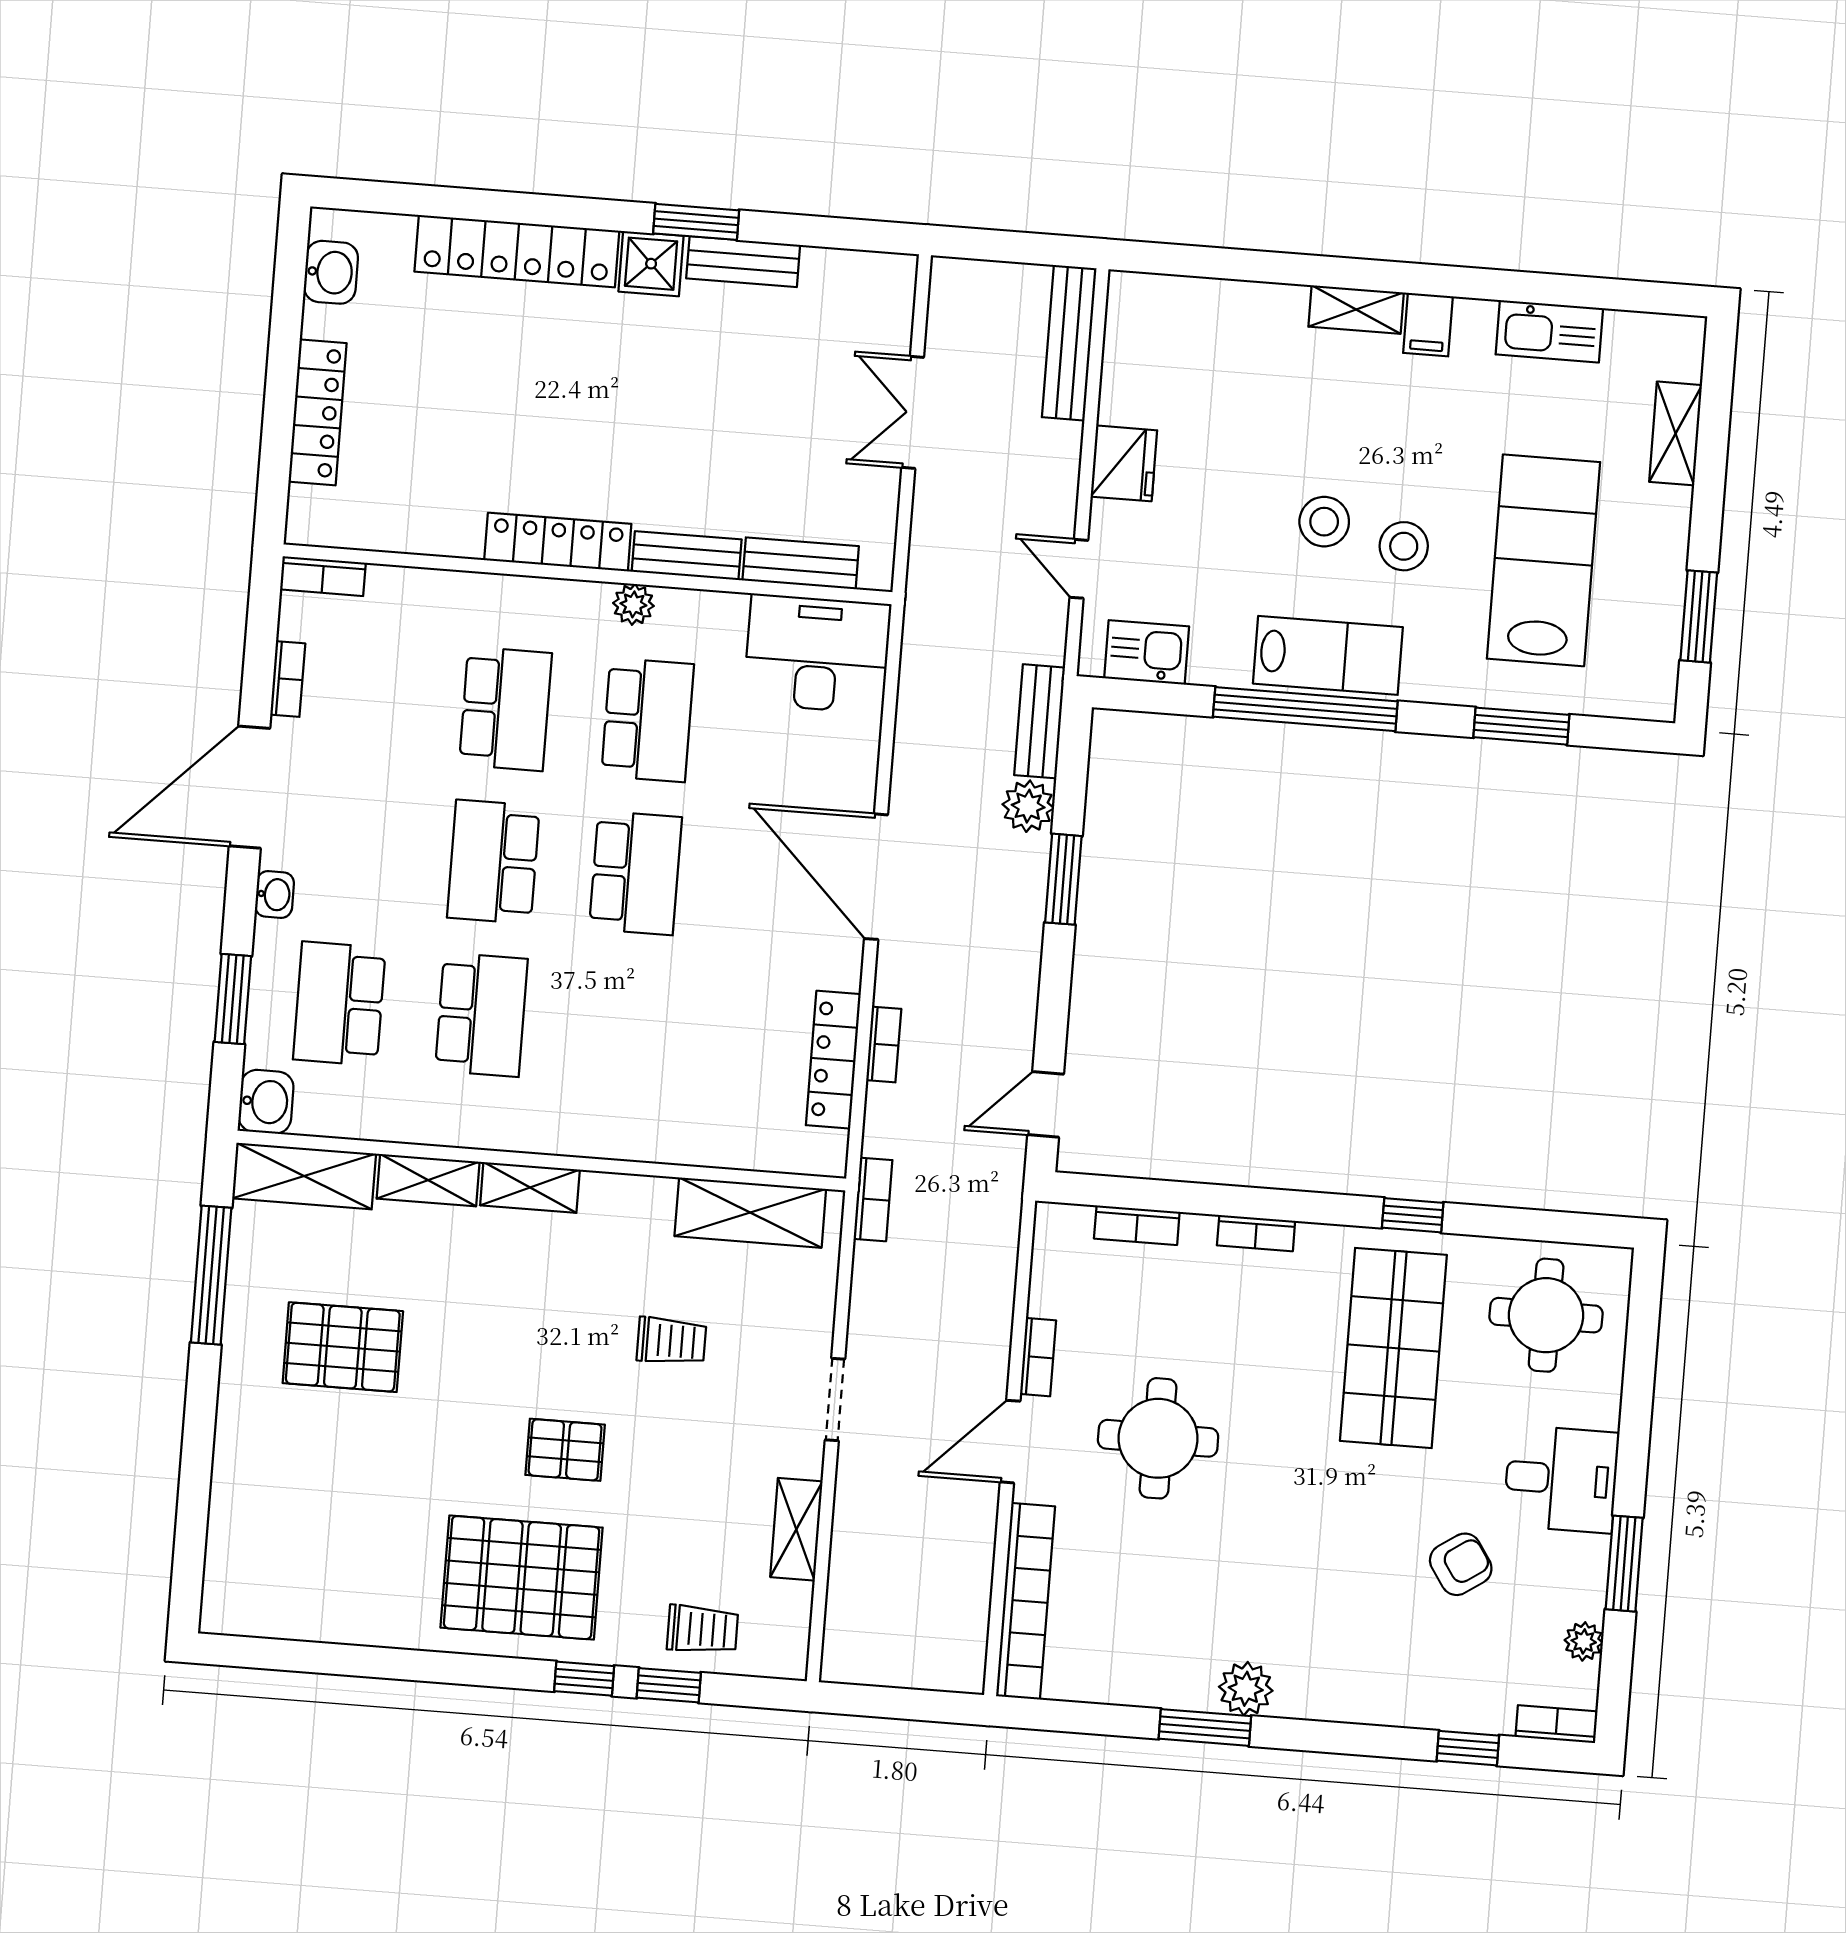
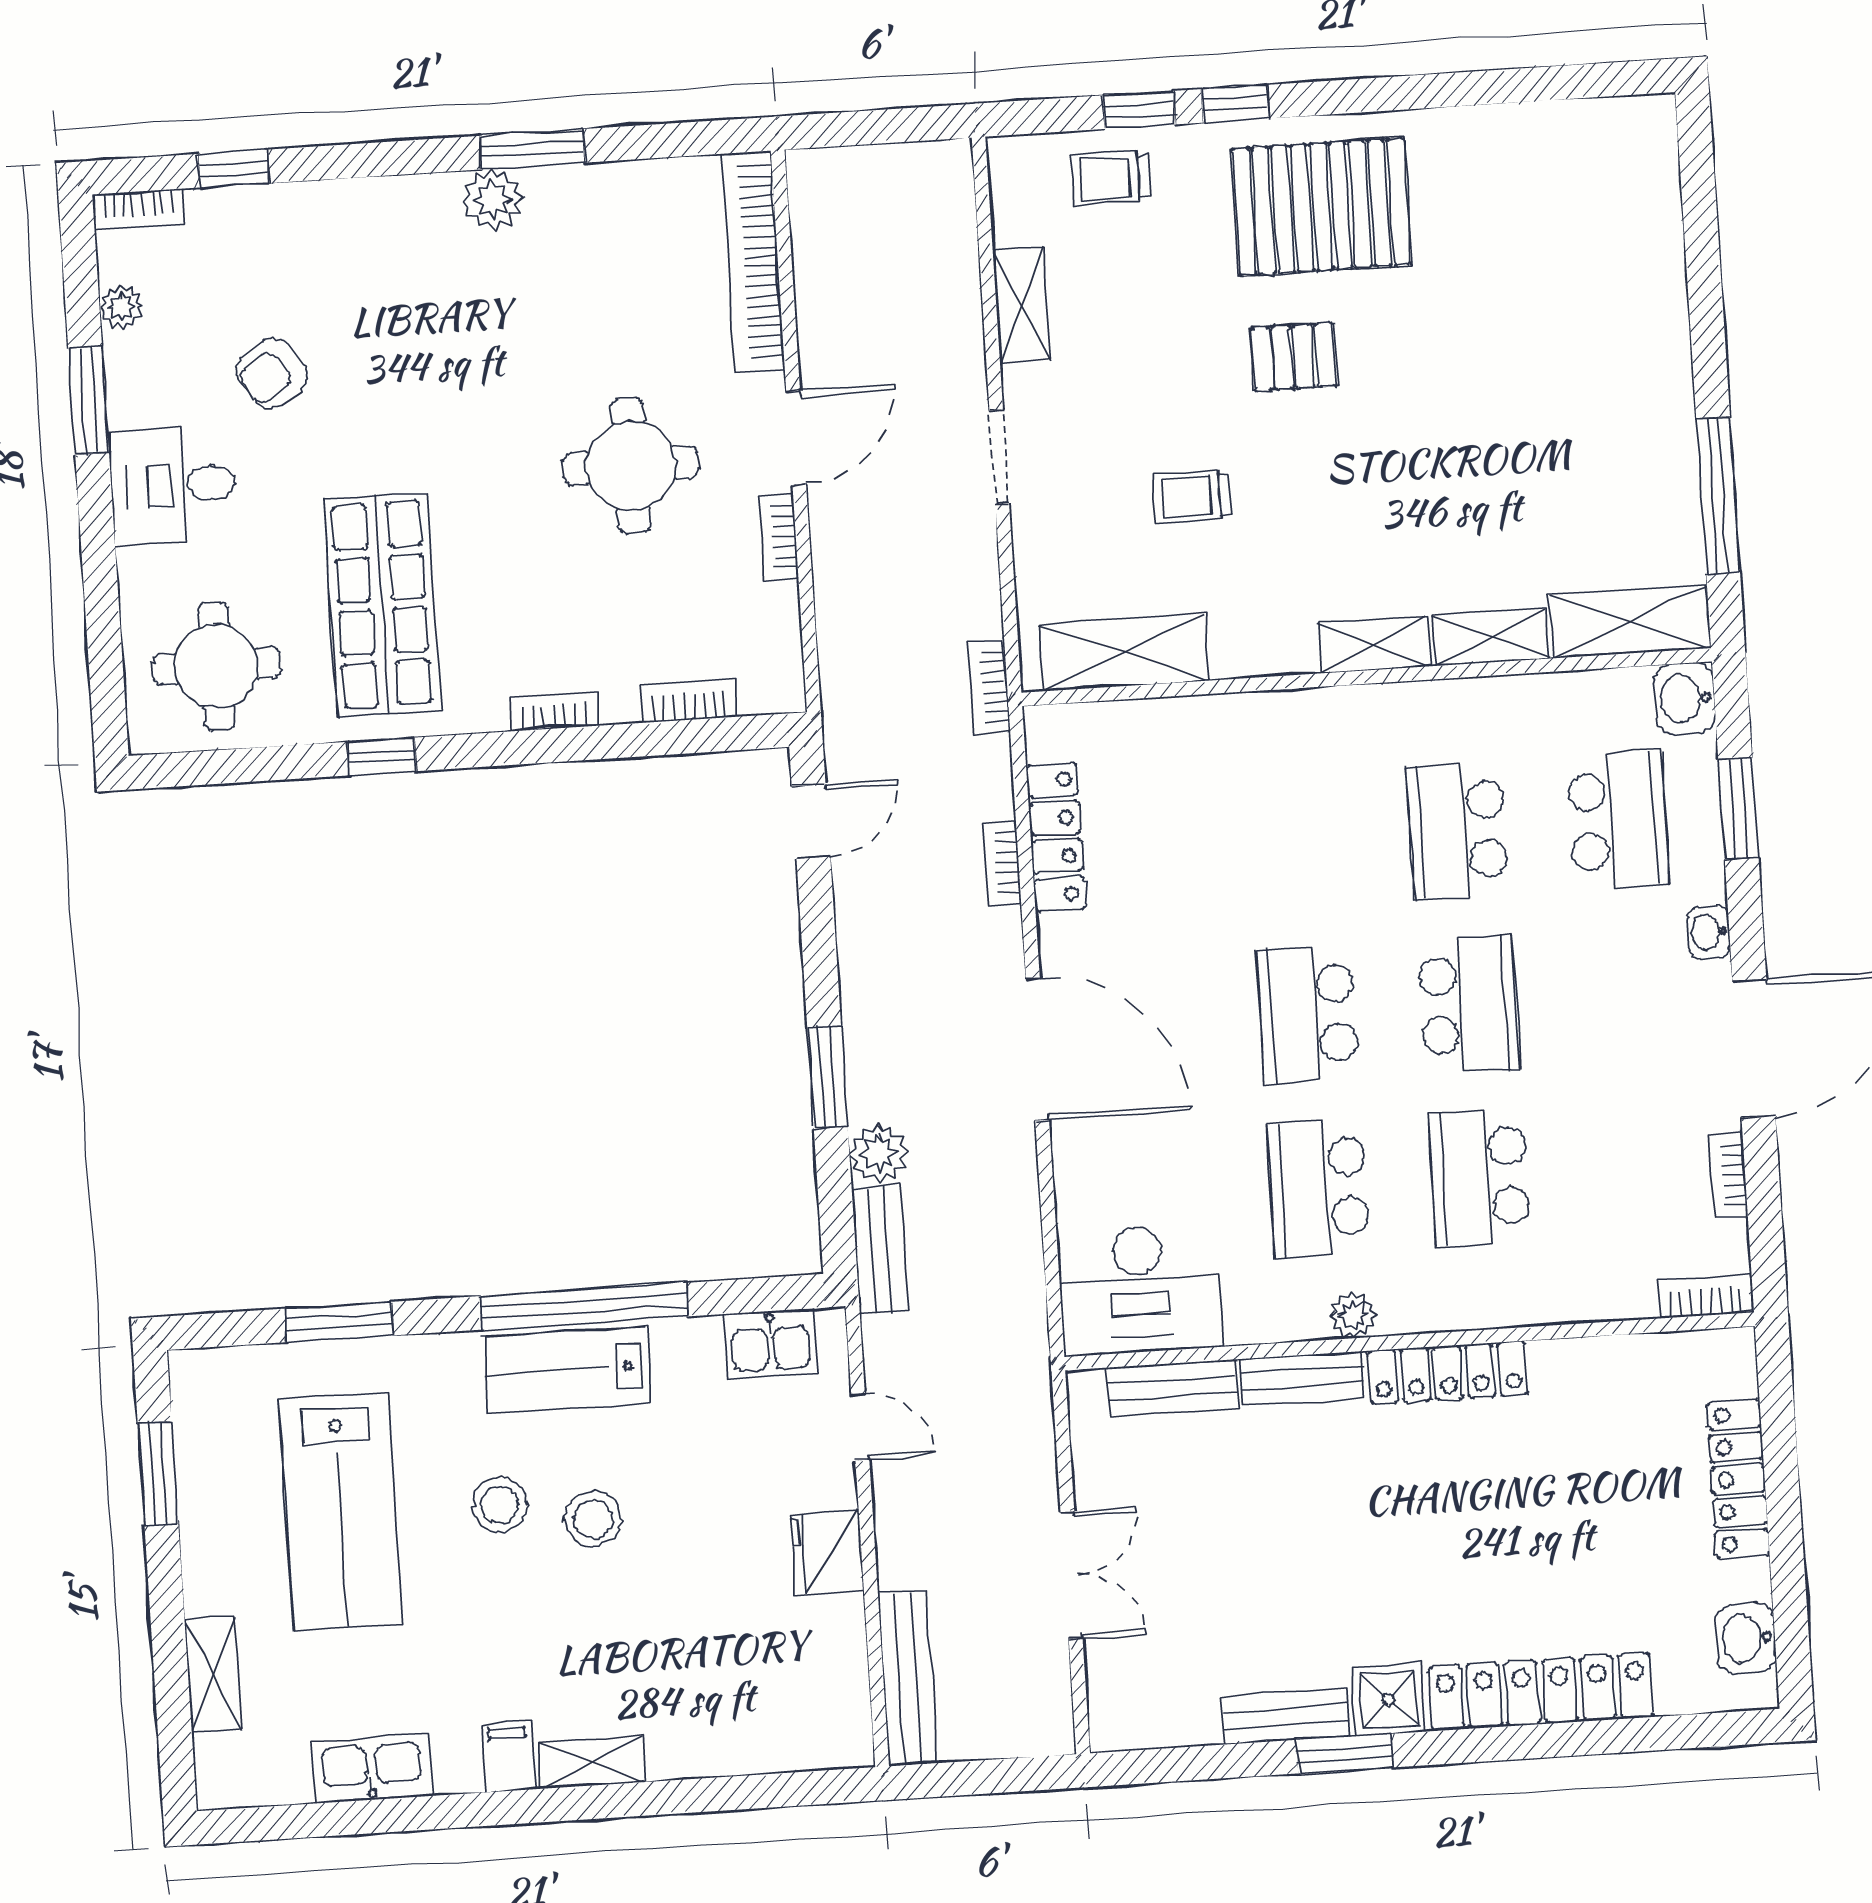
pallet: (343, 1347) -> (1559, 436), removed

